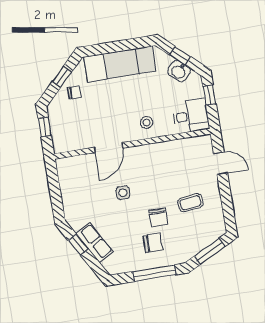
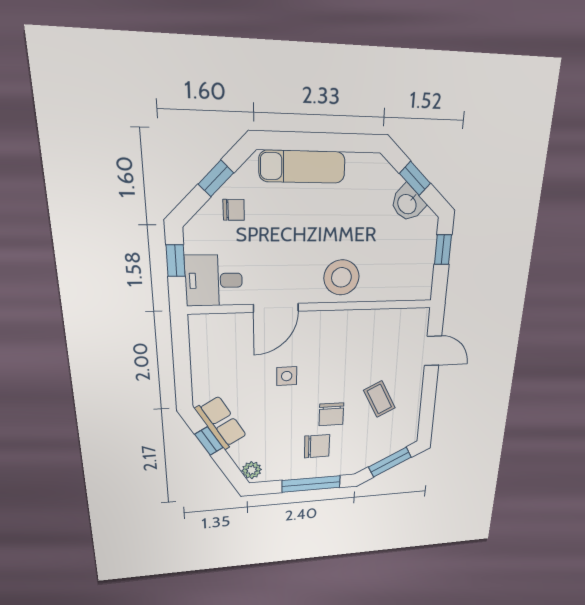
exam couch: (120, 64) -> (302, 167), width x0.73, depth x0.69
desk: (191, 116) -> (214, 281), moved, turned 180
stool: (147, 122) -> (341, 277), width x1.89, depth x1.89
coffee table: (190, 203) -> (379, 399), turned 70
row of seats: (95, 243) -> (221, 423), moved
plant: (110, 265) -> (252, 470), added

